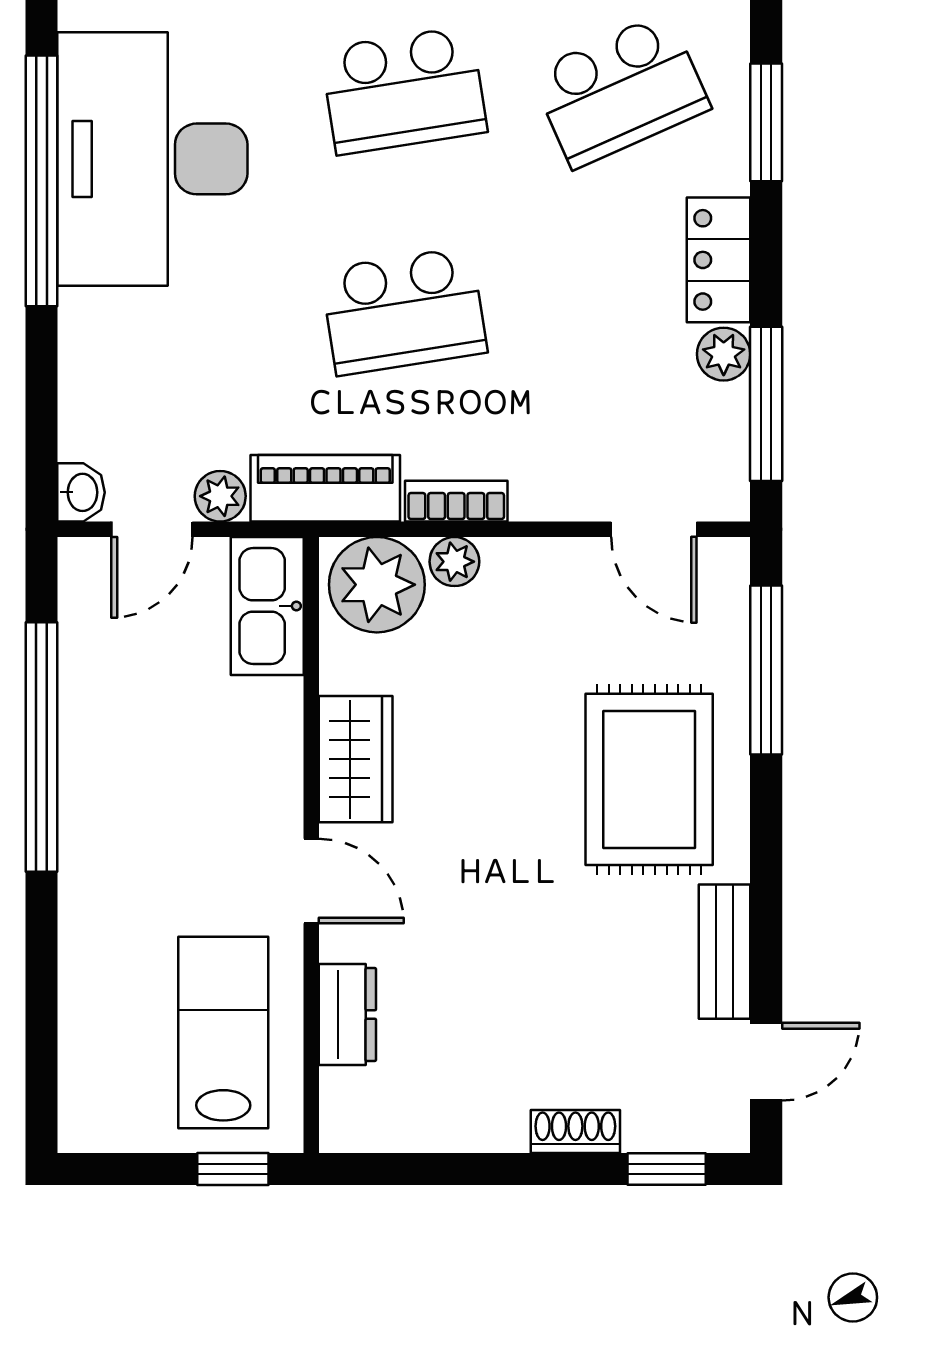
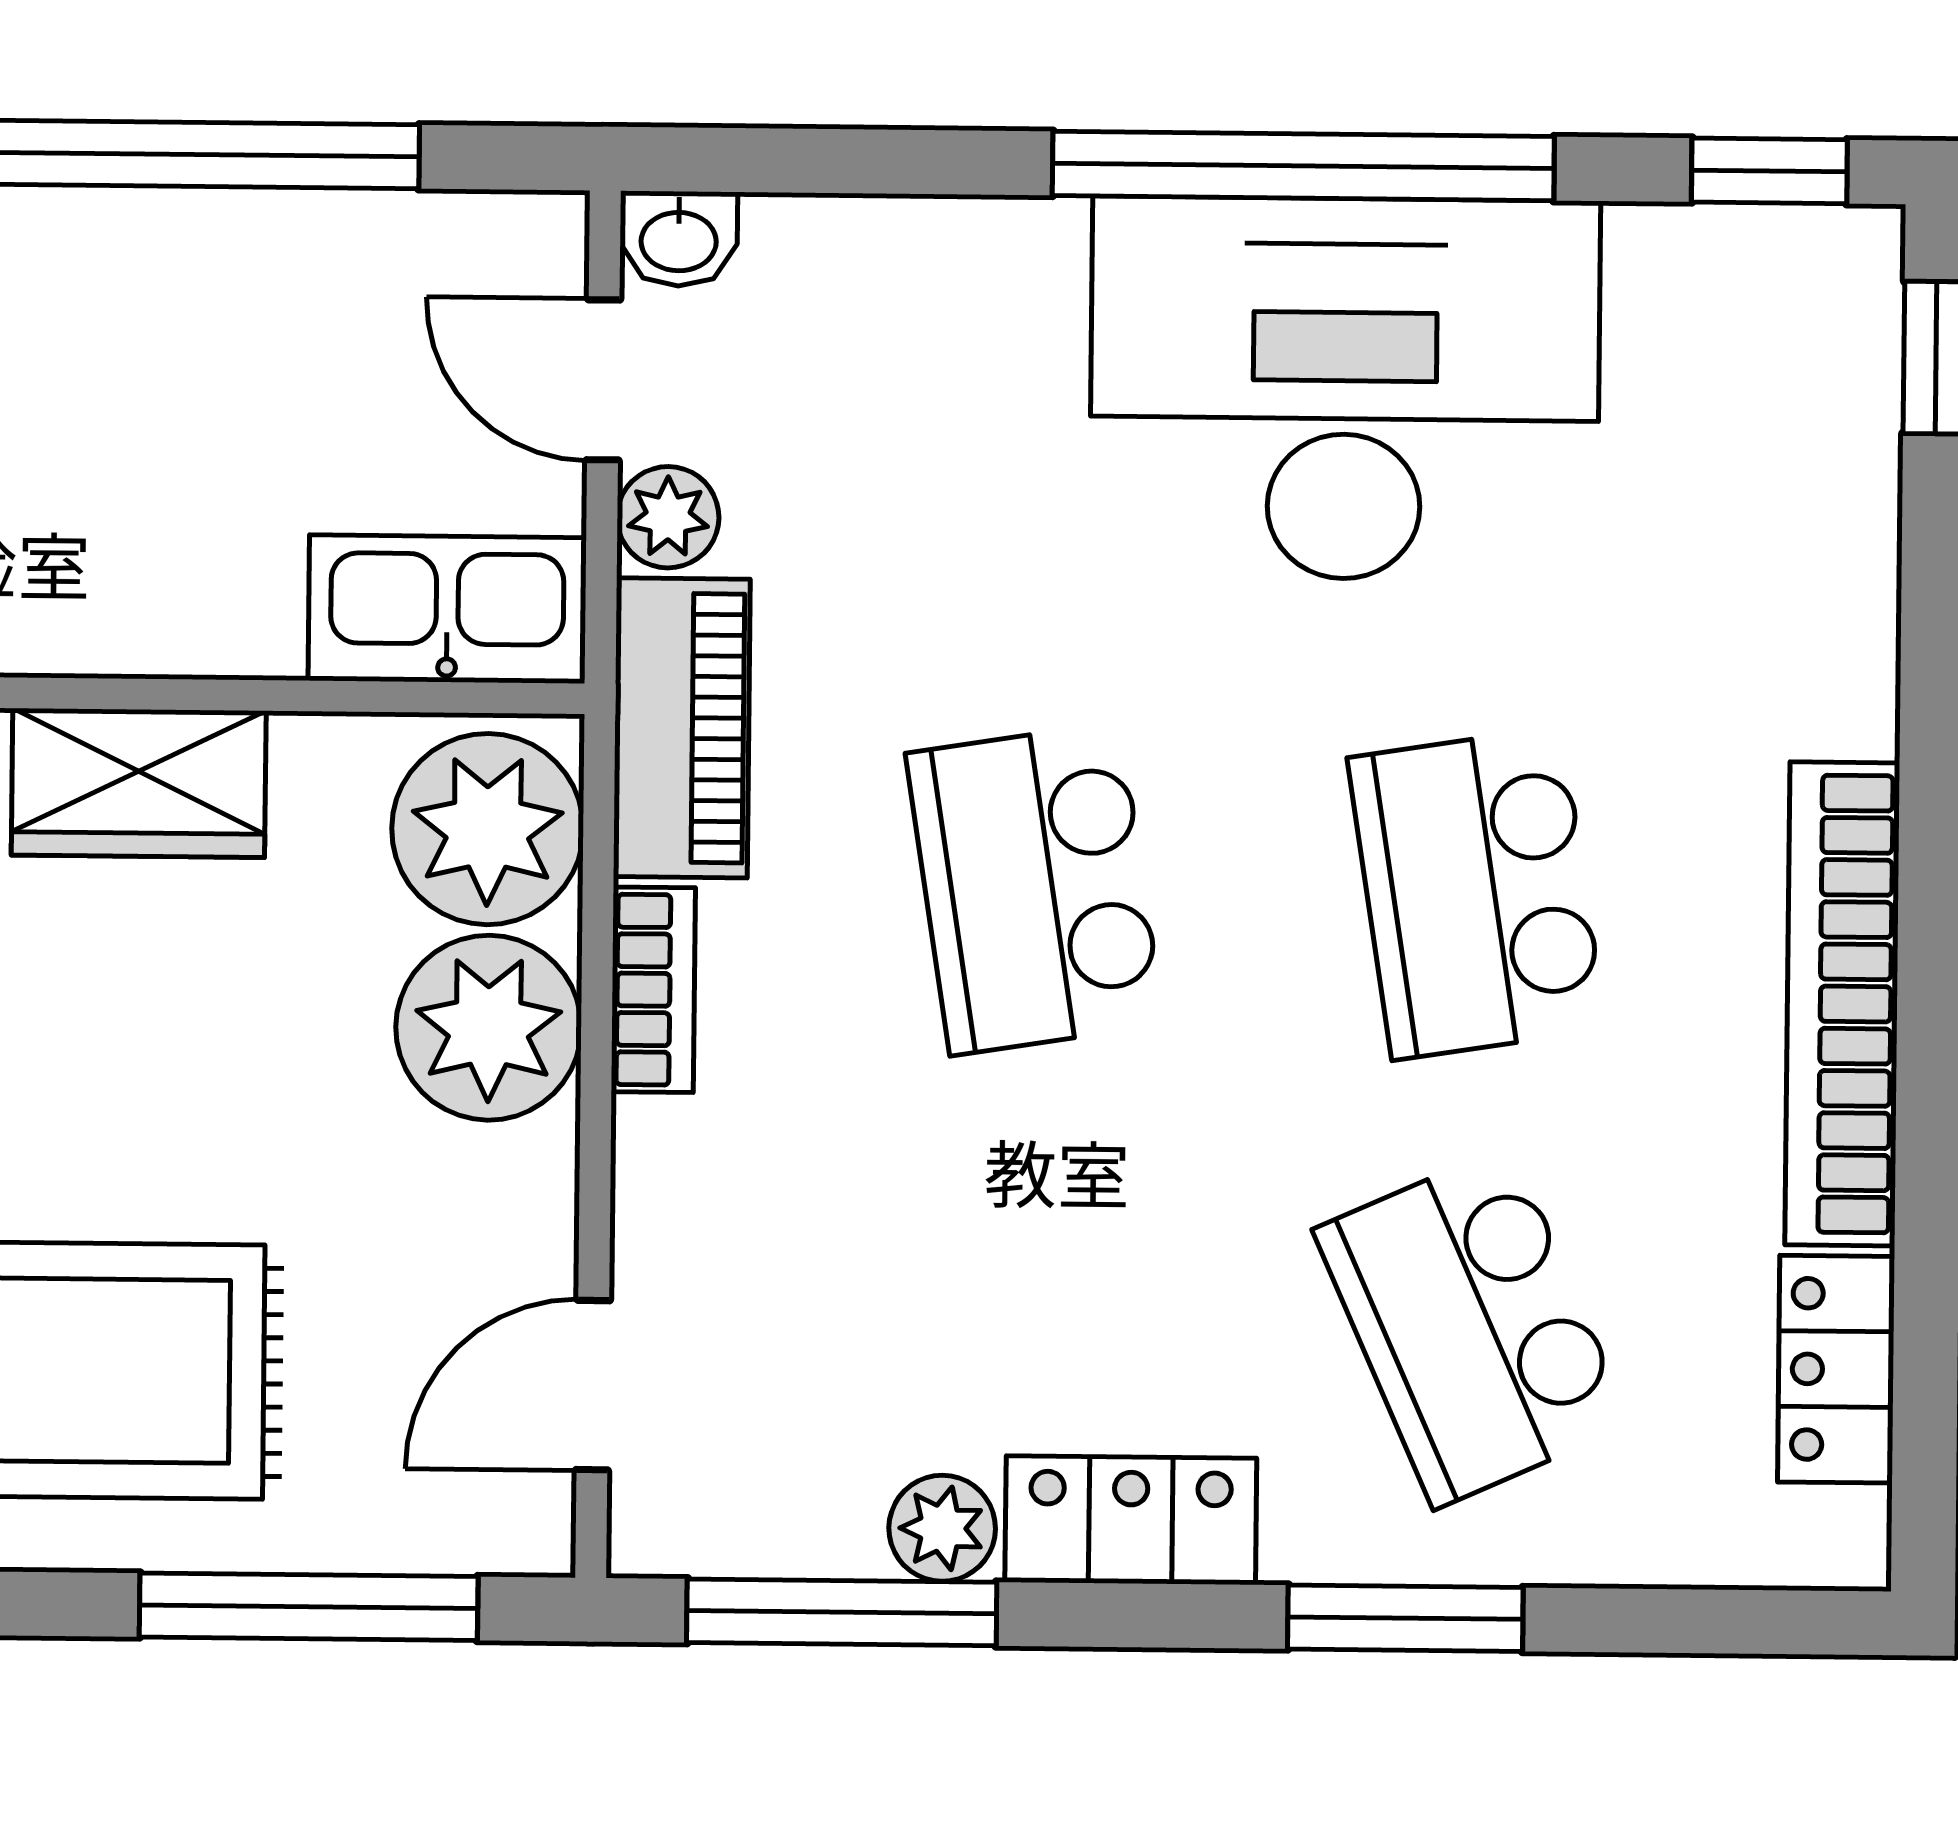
plant: (454, 562) -> (489, 1028), width x1.87, depth x1.87

